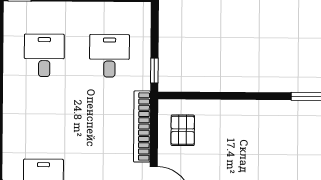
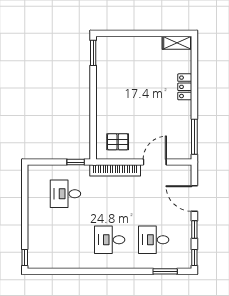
desk: (44, 55) -> (110, 240), moved

